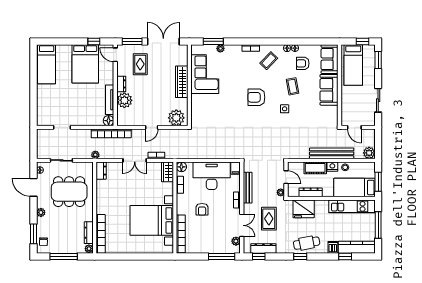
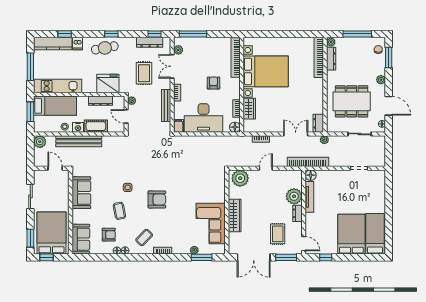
bed: (85, 64) -> (351, 234), moved
bed: (353, 65) -> (51, 233), width x1.50
sofa: (329, 90) -> (81, 193), moved
double door: (135, 160) -> (296, 134), moved
wardrobe: (168, 172) -> (249, 109), moved

